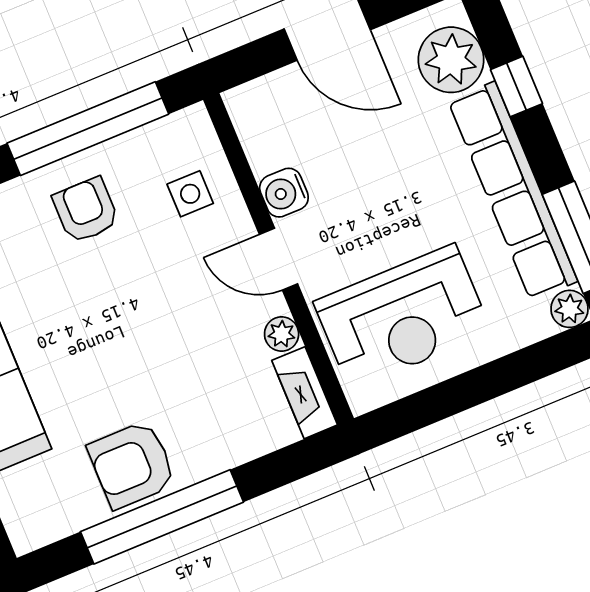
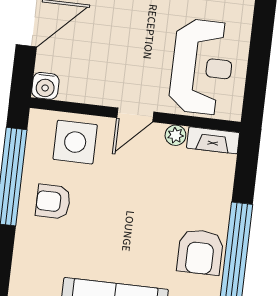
water cooler: (284, 193) -> (45, 86), moved
side table: (190, 194) -> (75, 142), width x1.87, depth x1.87

